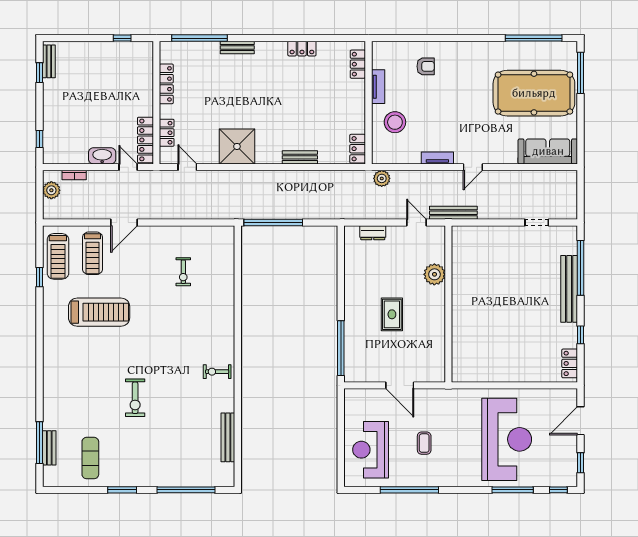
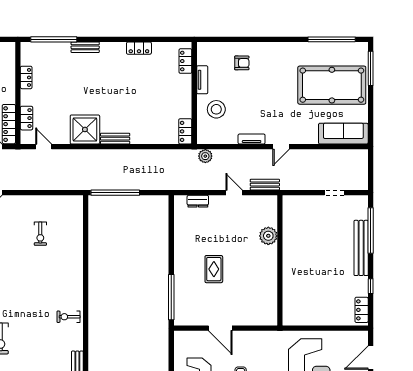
locker: (166, 84) -> (26, 77), width x0.66
bench: (300, 157) -> (115, 139), moved
bench: (453, 213) -> (265, 185), width x0.73
plant: (434, 274) -> (268, 236), moved
wall: (448, 304) -> (280, 260), moved

